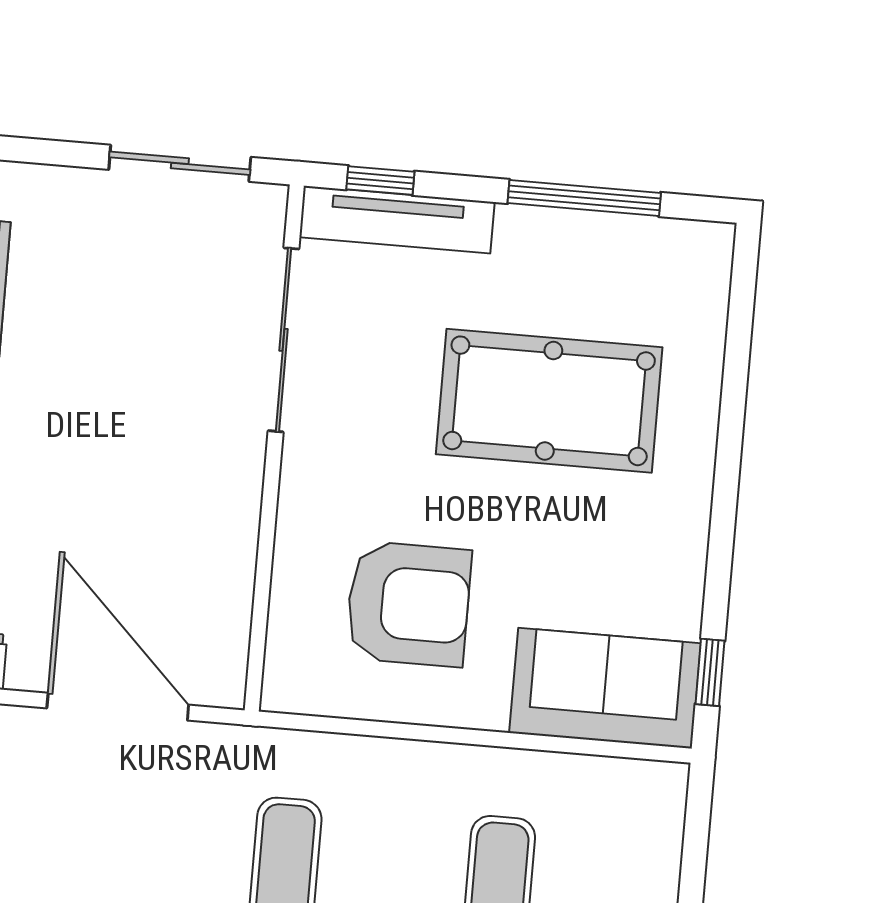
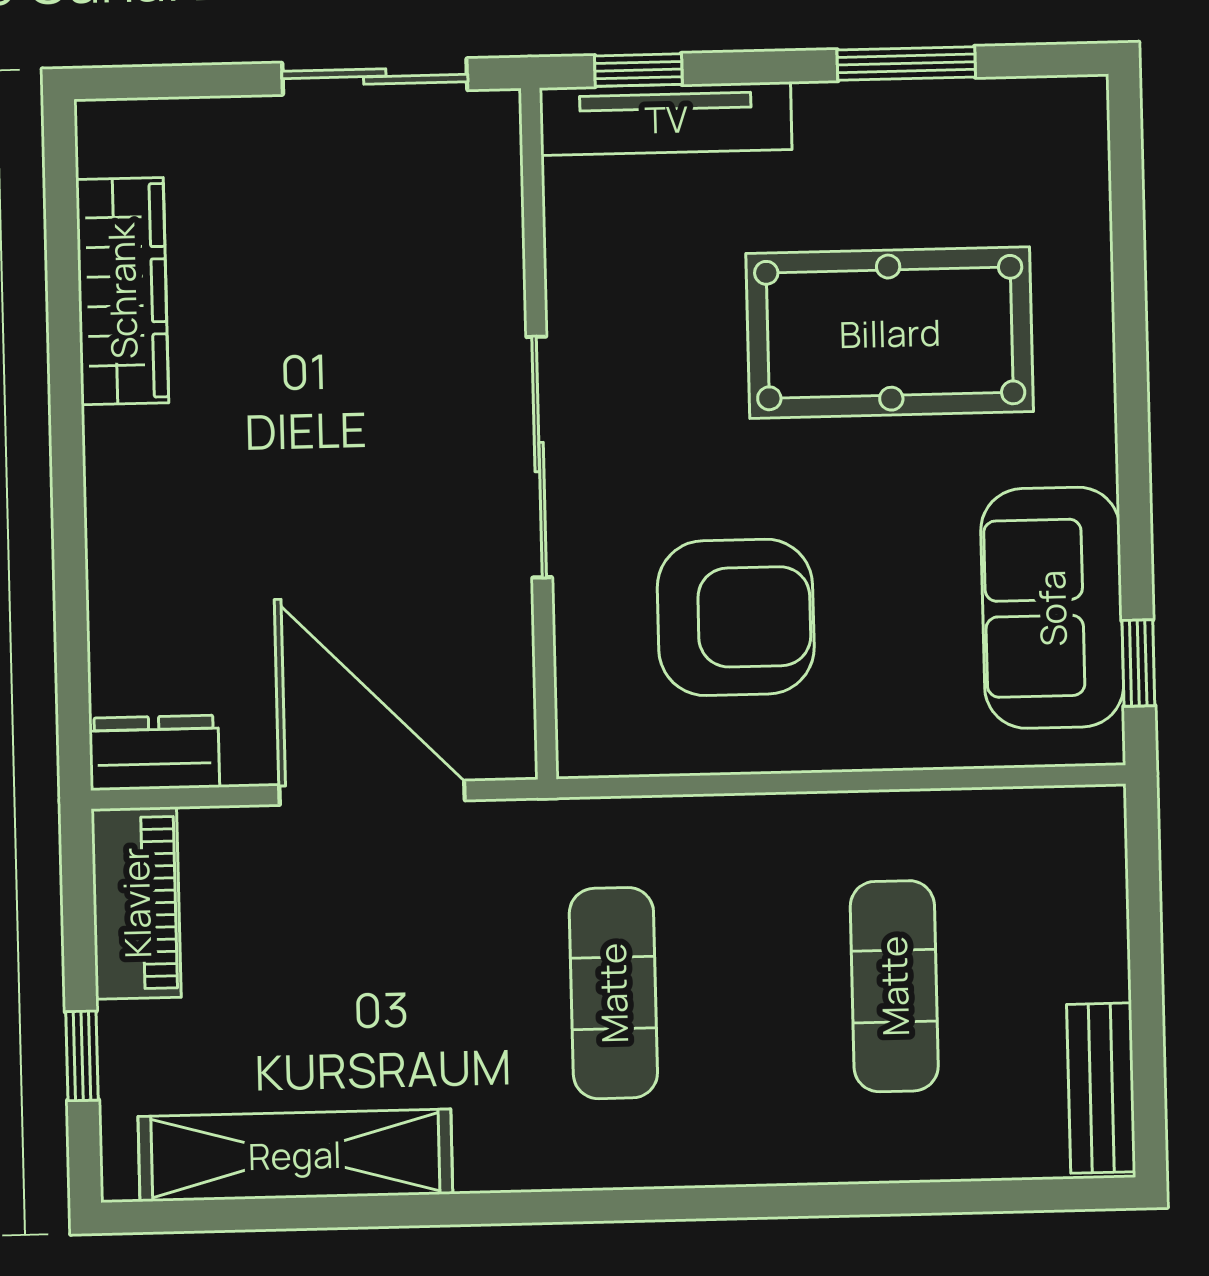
window: (584, 198) -> (906, 64), width x0.69
sliding door: (284, 340) -> (539, 457), moved
sofa: (605, 688) -> (1052, 608), moved, turned -90

